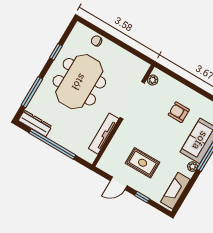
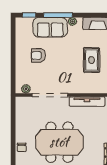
armchair: (179, 112) -> (38, 55), turned 90

